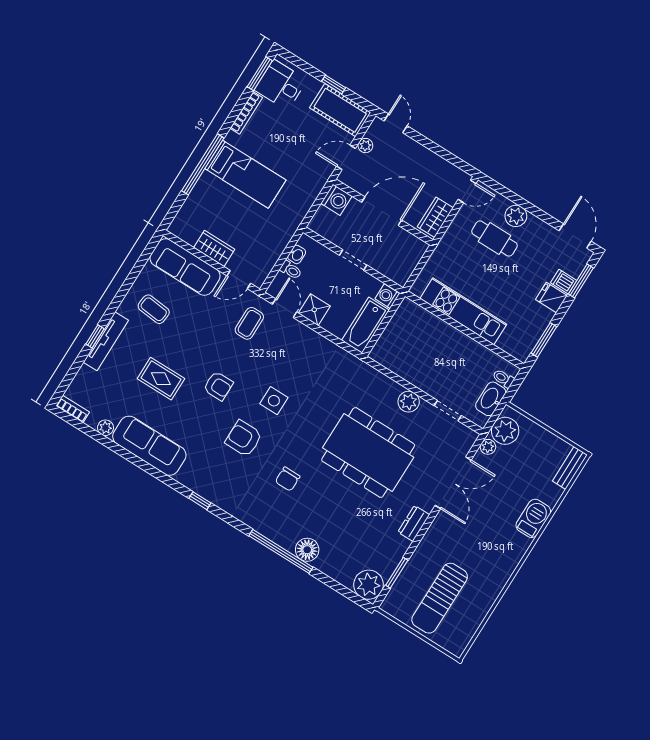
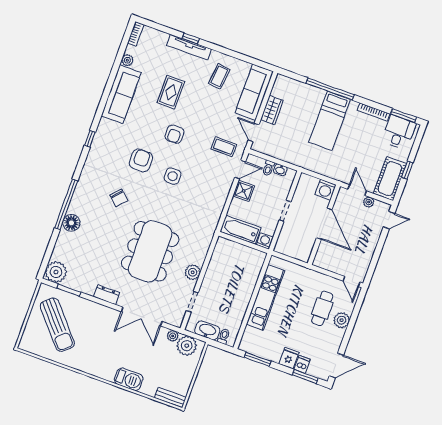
wardrobe: (435, 217) -> (328, 263), removed
chair: (288, 479) -> (119, 198), turned -138
sun lounger: (440, 598) -> (57, 325), turned -131

